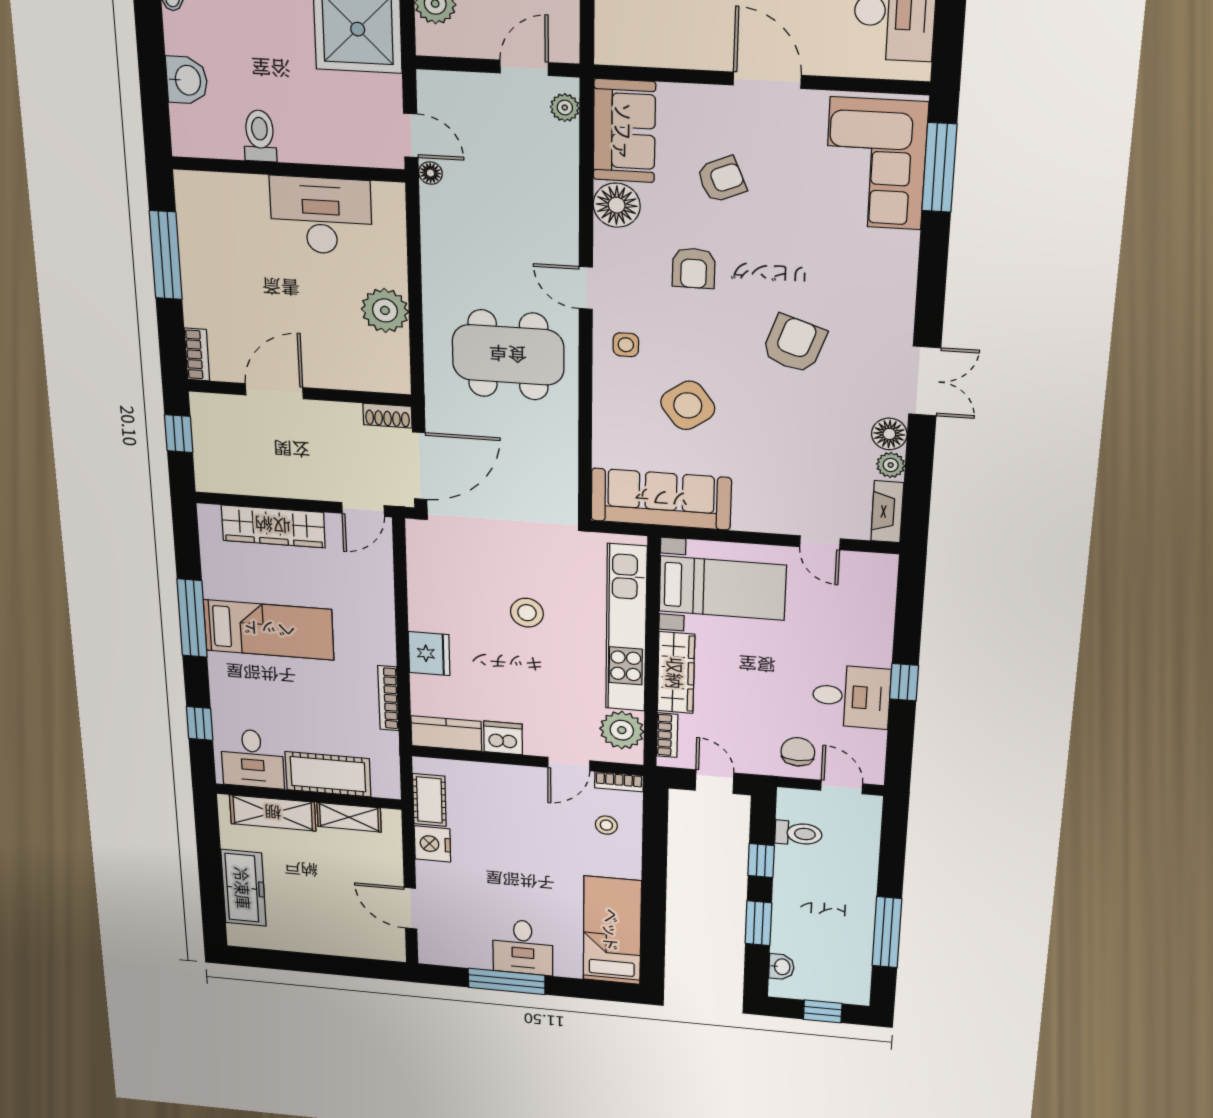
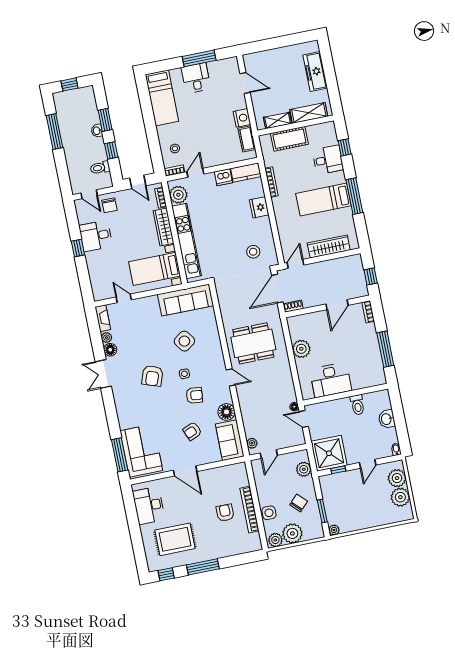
armchair: (694, 268) -> (194, 395), turned 96
side table: (626, 345) -> (184, 374), moved
stool: (527, 613) -> (253, 252), moved
desk: (252, 759) -> (328, 160), moved, turned 90
washbasin: (781, 967) -> (97, 131), moved

